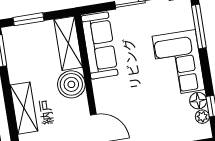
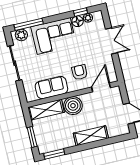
plant: (184, 14) -> (21, 35), added
sofa: (100, 46) -> (51, 88), width x0.73
armchair: (121, 98) -> (80, 72), added

